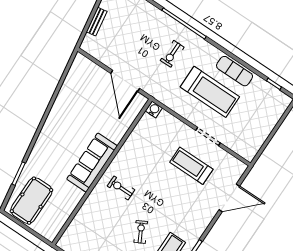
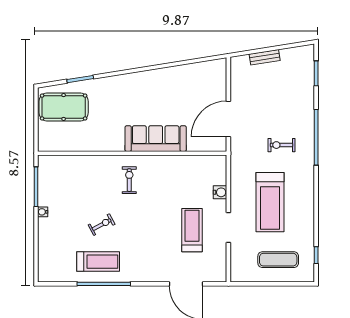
exercise mat: (235, 71) -> (278, 260), moved, turned 90
water cooler: (154, 110) -> (220, 192), moved
sofa: (92, 163) -> (156, 139), moved

